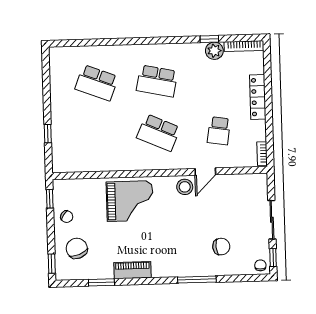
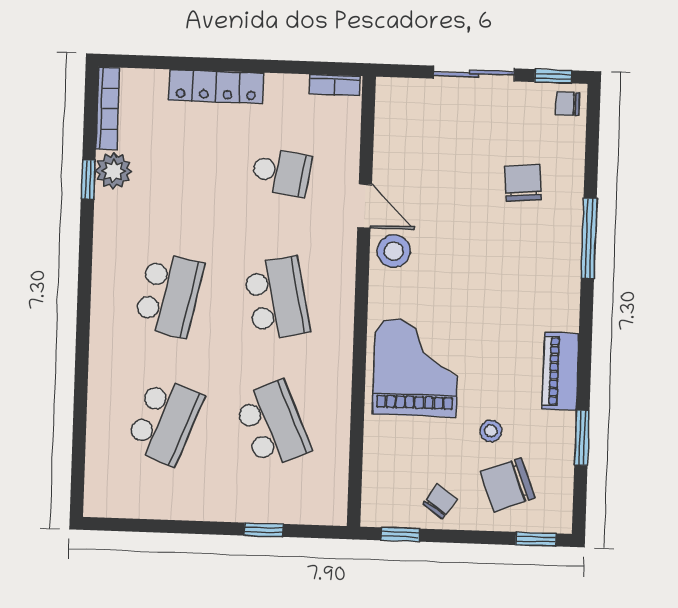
school desk: (159, 133) -> (277, 298), turned -36
school desk: (98, 134) -> (272, 425), added
stool: (102, 239) -> (491, 431), added

